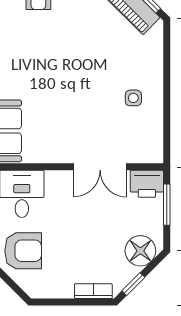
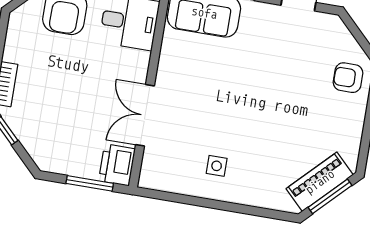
floor lamp: (140, 251) -> (43, 145), removed

